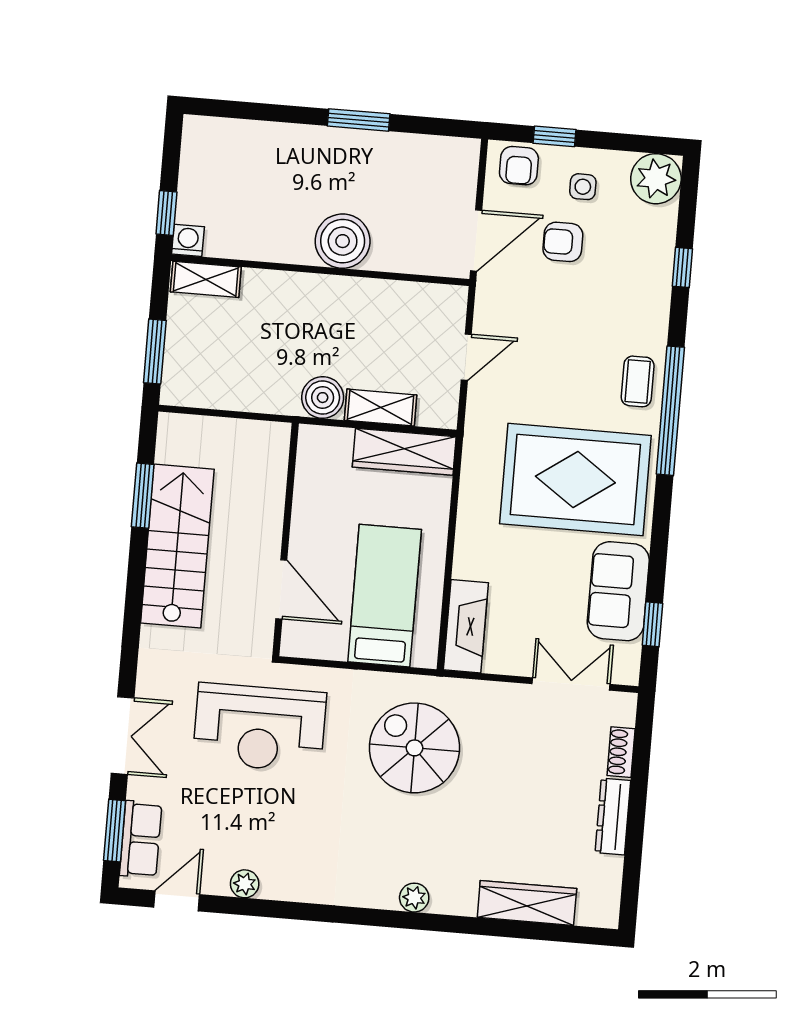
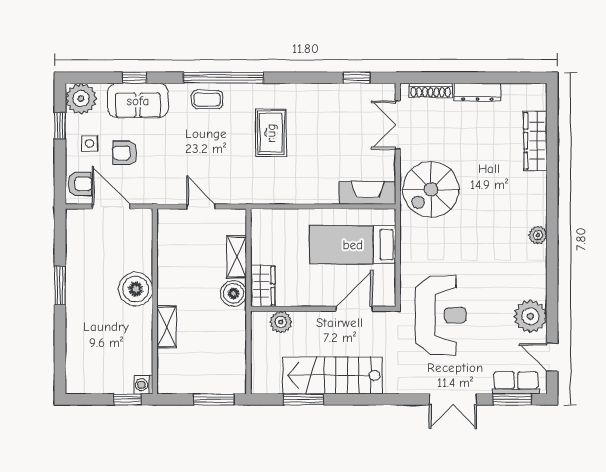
window: (555, 136) -> (60, 126), moved
door: (476, 240) -> (111, 207), moved
armchair: (563, 242) -> (125, 153), turned 90
shelving: (206, 279) -> (166, 327), moved
wardrobe: (404, 452) -> (263, 286), moved, width x0.67
plant: (270, 470) -> (281, 322), added
rug: (575, 480) -> (271, 133), width x0.54, depth x0.49
sofa: (618, 591) -> (138, 101), moved
double door: (123, 736) -> (453, 399), swing flipped
spiral stairs: (414, 748) -> (431, 189), moved
shoe rack: (621, 752) -> (431, 90), width x1.43
plant: (245, 884) -> (530, 316), width x1.88, depth x1.88
plant: (414, 898) -> (538, 235), moved

